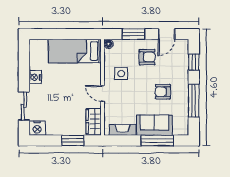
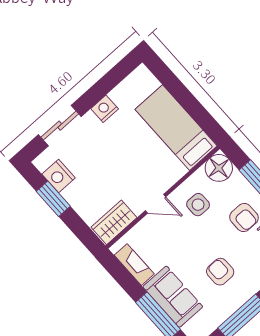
floor lamp: (108, 44) -> (219, 168), width x1.89, depth x1.89
door: (103, 94) -> (156, 204), swing flipped
nightstand: (37, 128) -> (59, 176), moved
window: (73, 140) -> (53, 199), moved

